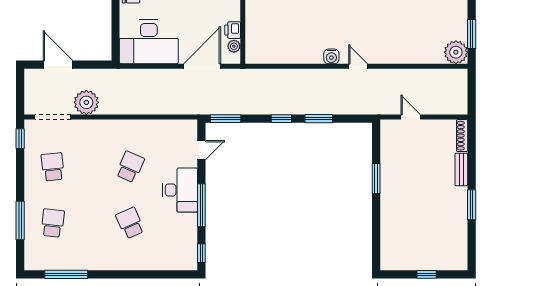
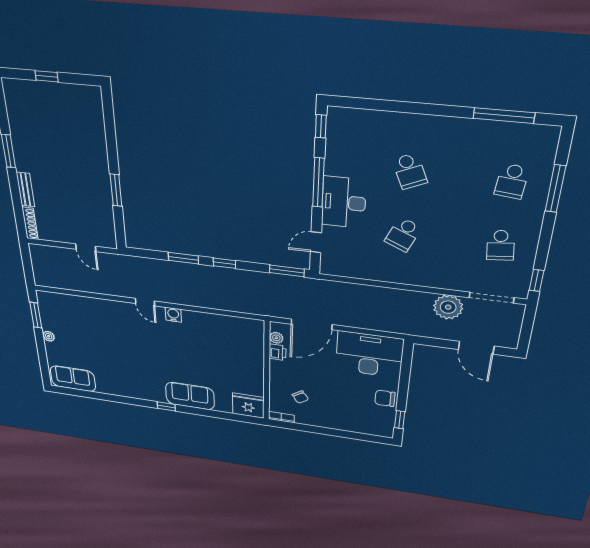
plant: (456, 52) -> (49, 336), moved, width x0.53, depth x0.53

